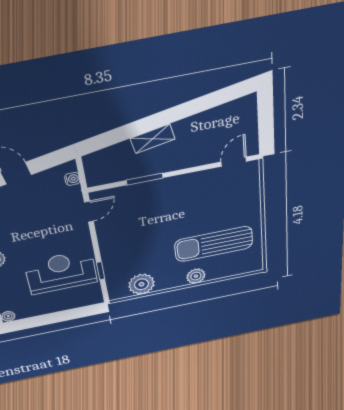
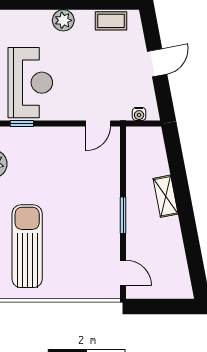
window: (145, 179) -> (123, 215), moved
door: (89, 212) -> (98, 124), hinge flipped

